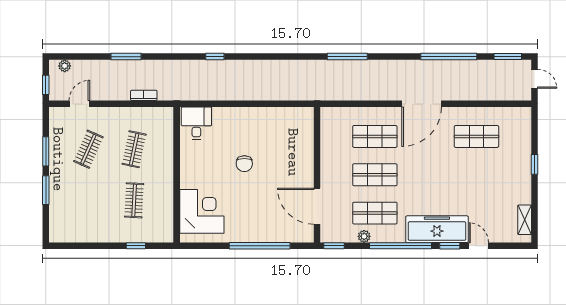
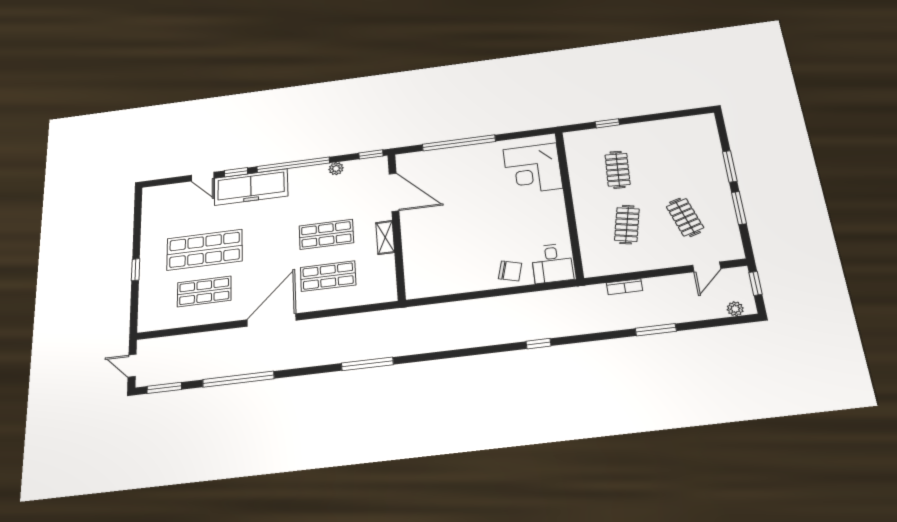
clothes rail: (88, 149) -> (685, 217), turned -42
chair: (244, 164) -> (510, 271), moved, turned 105
shop shelf: (375, 213) -> (205, 250), moved, width x1.43, depth x1.36
shelving: (525, 220) -> (385, 237), moved

